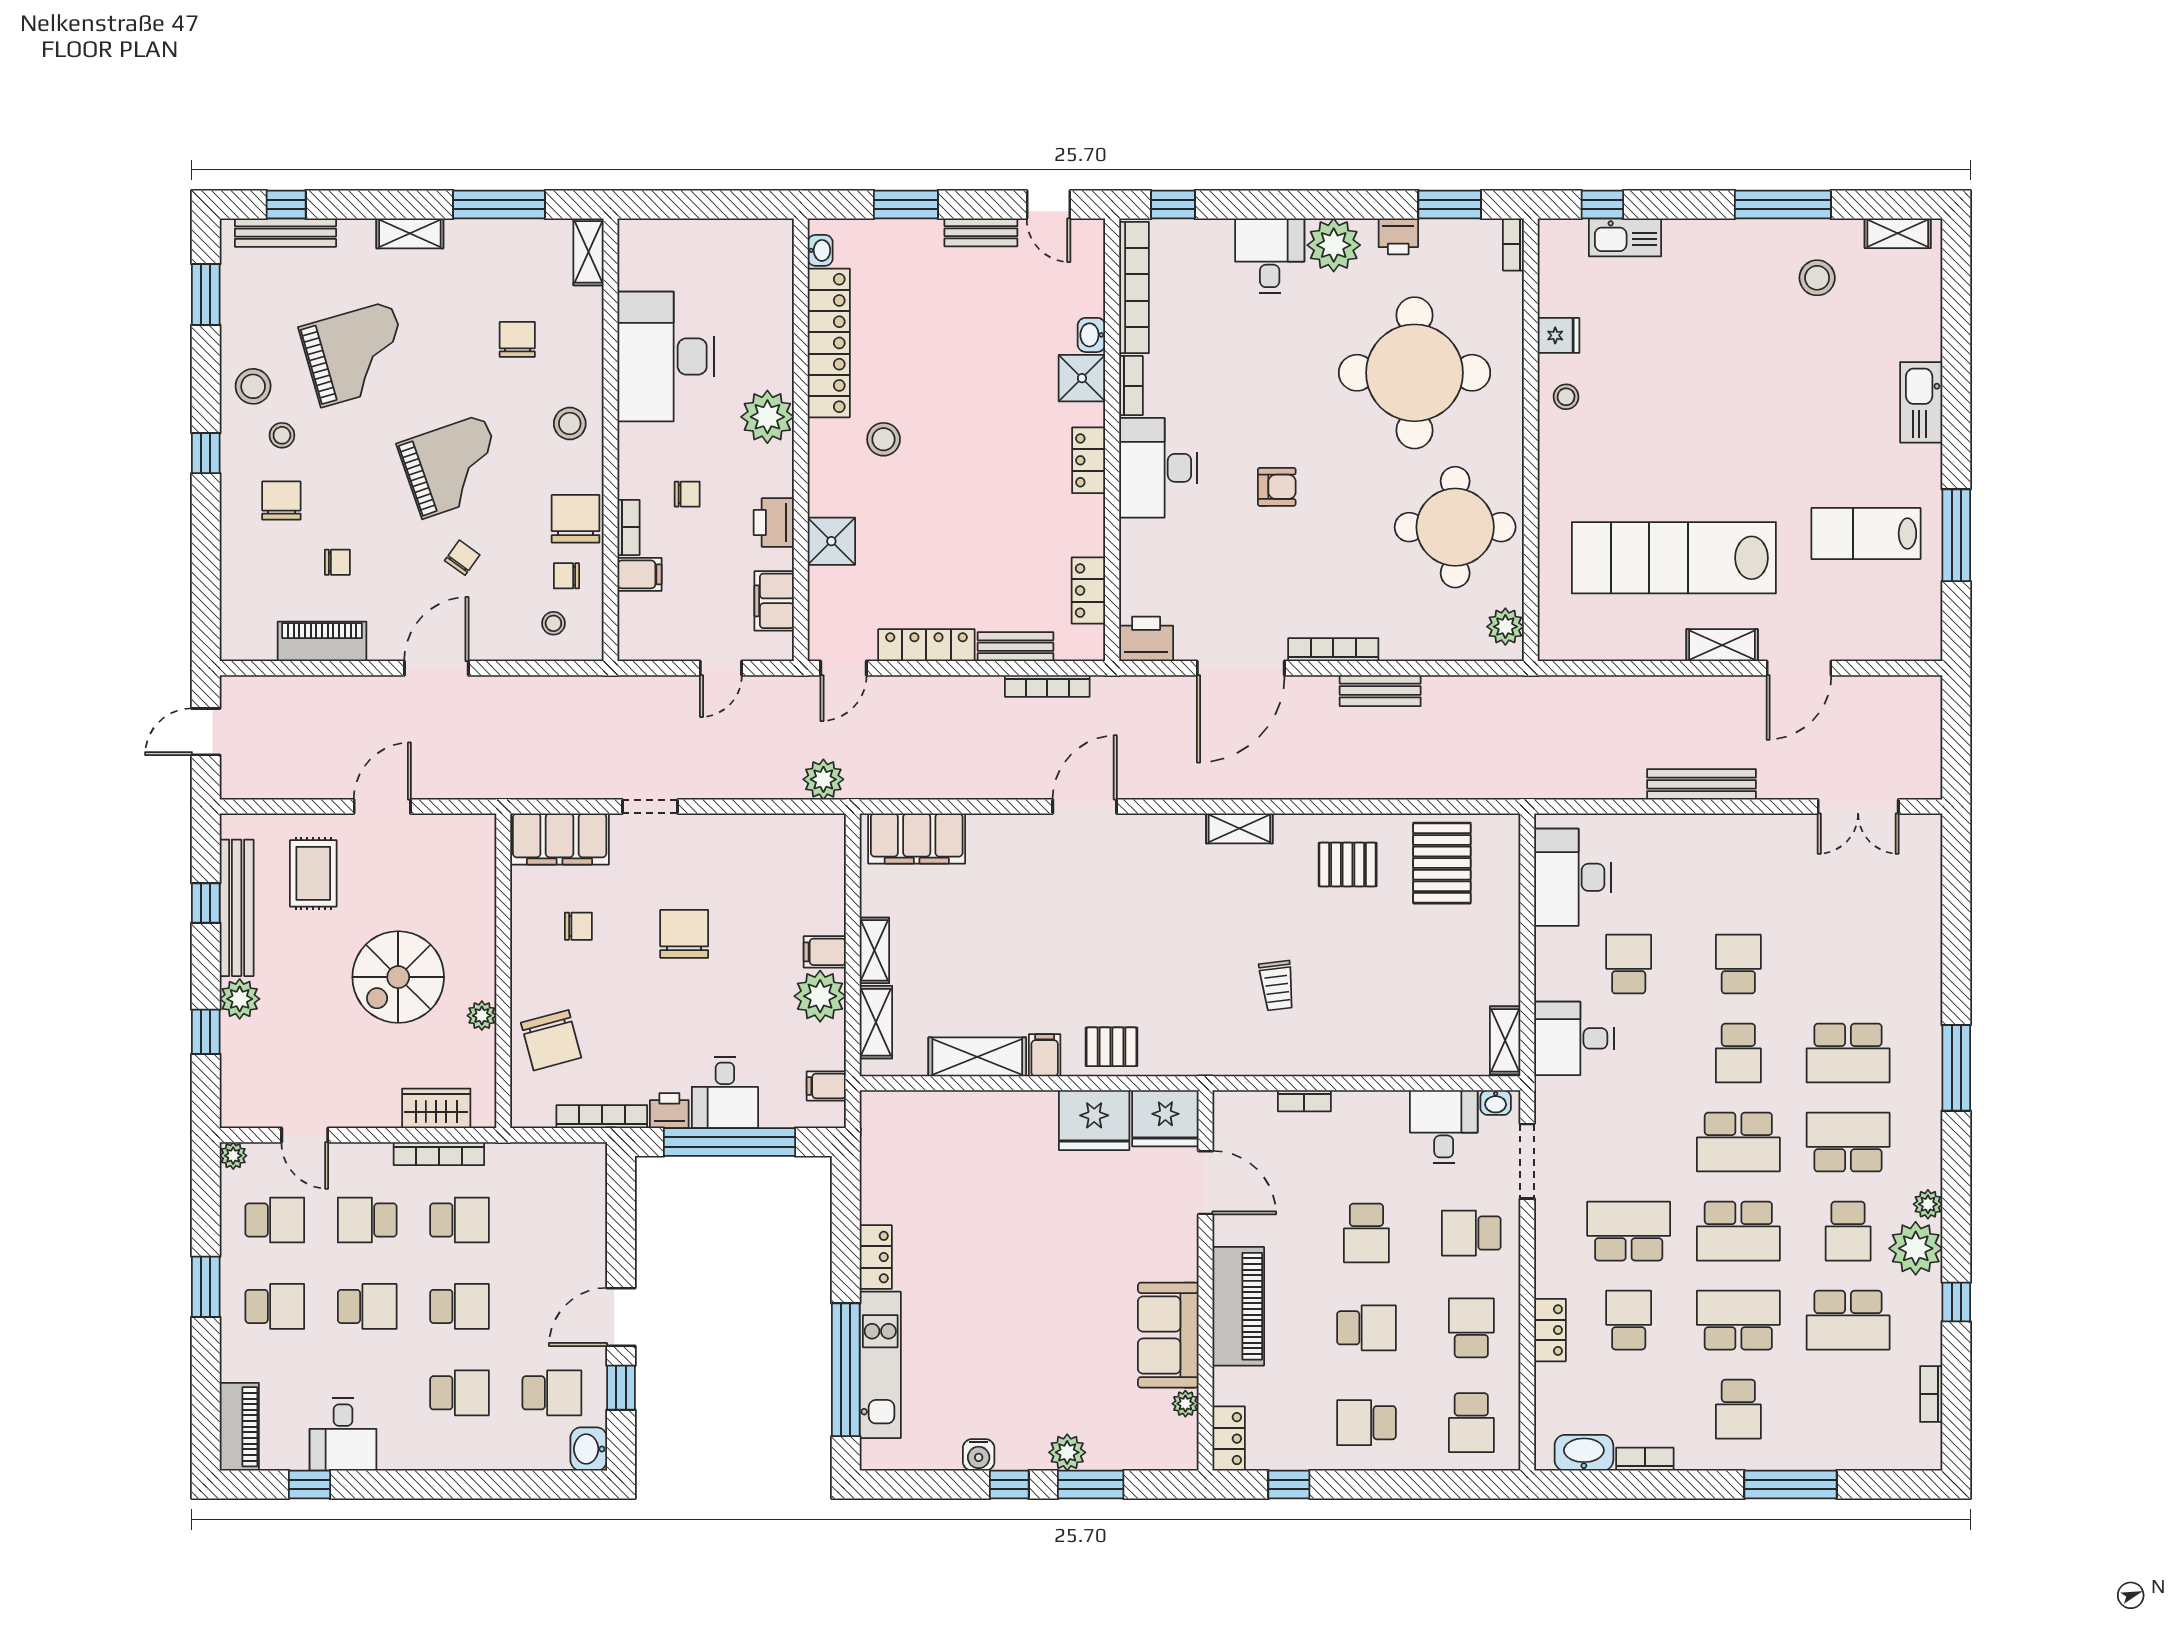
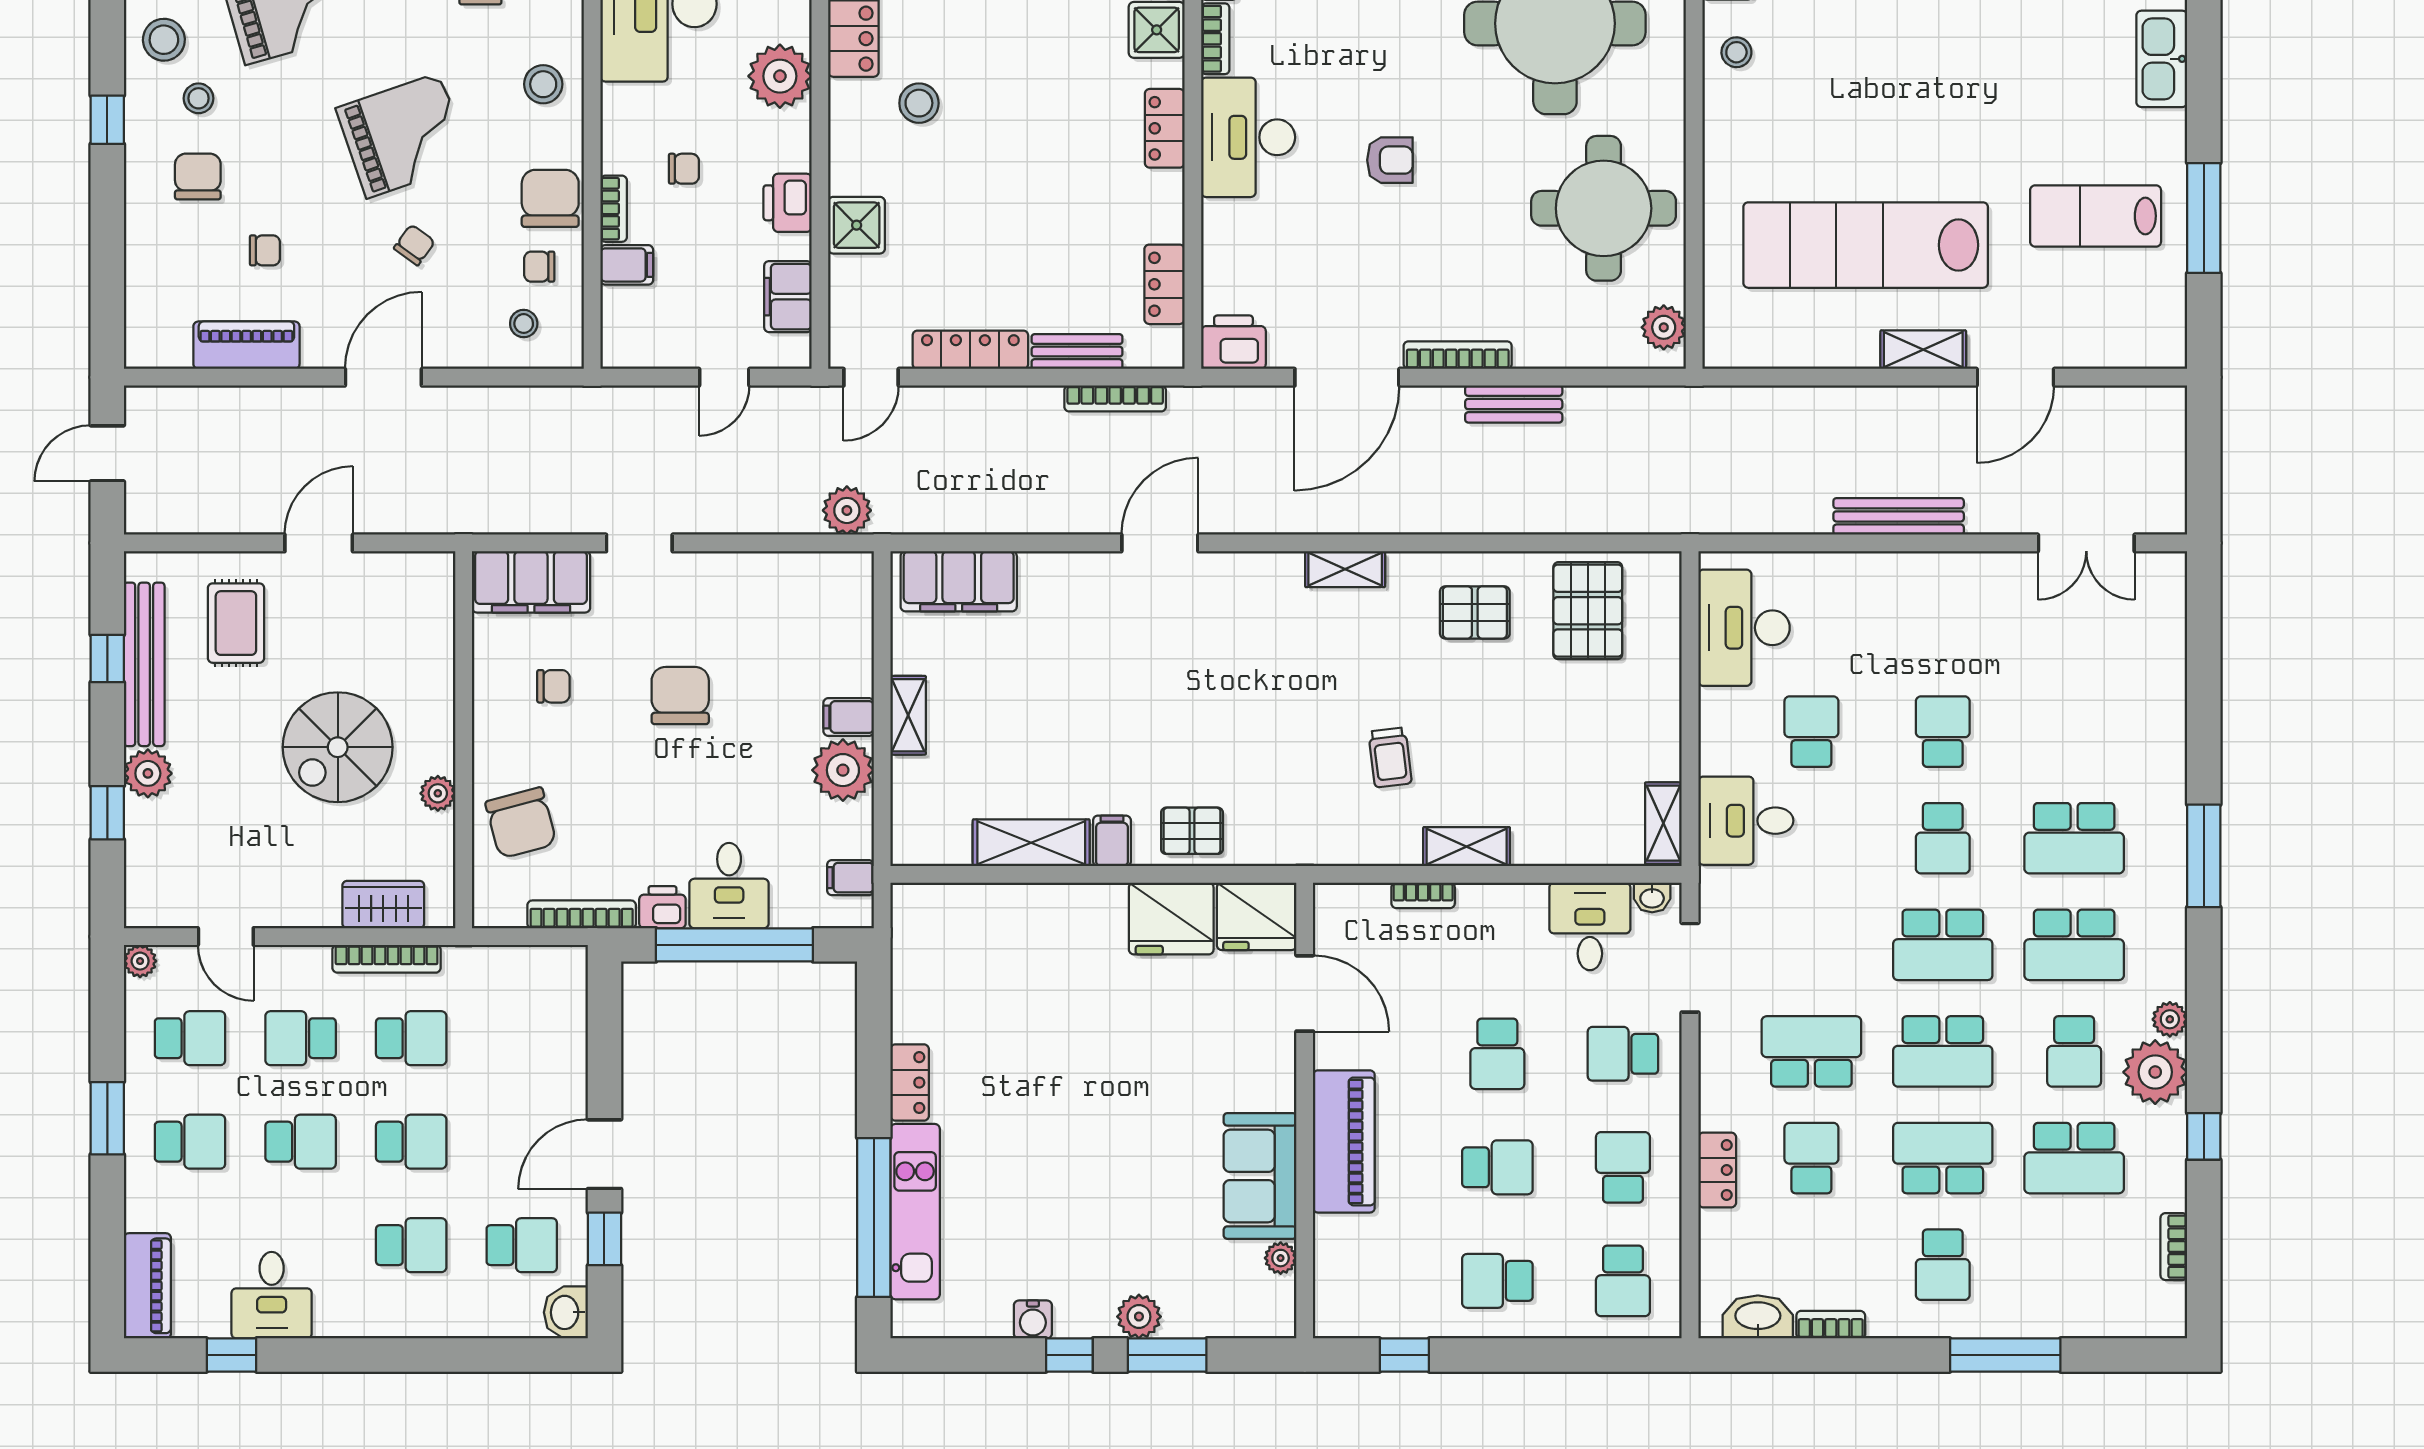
shelving: (876, 1022) -> (1467, 847), moved, turned 90
school desk: (1848, 1142) -> (2074, 945), turned 180
locker: (1229, 1439) -> (1332, 1300), removed

